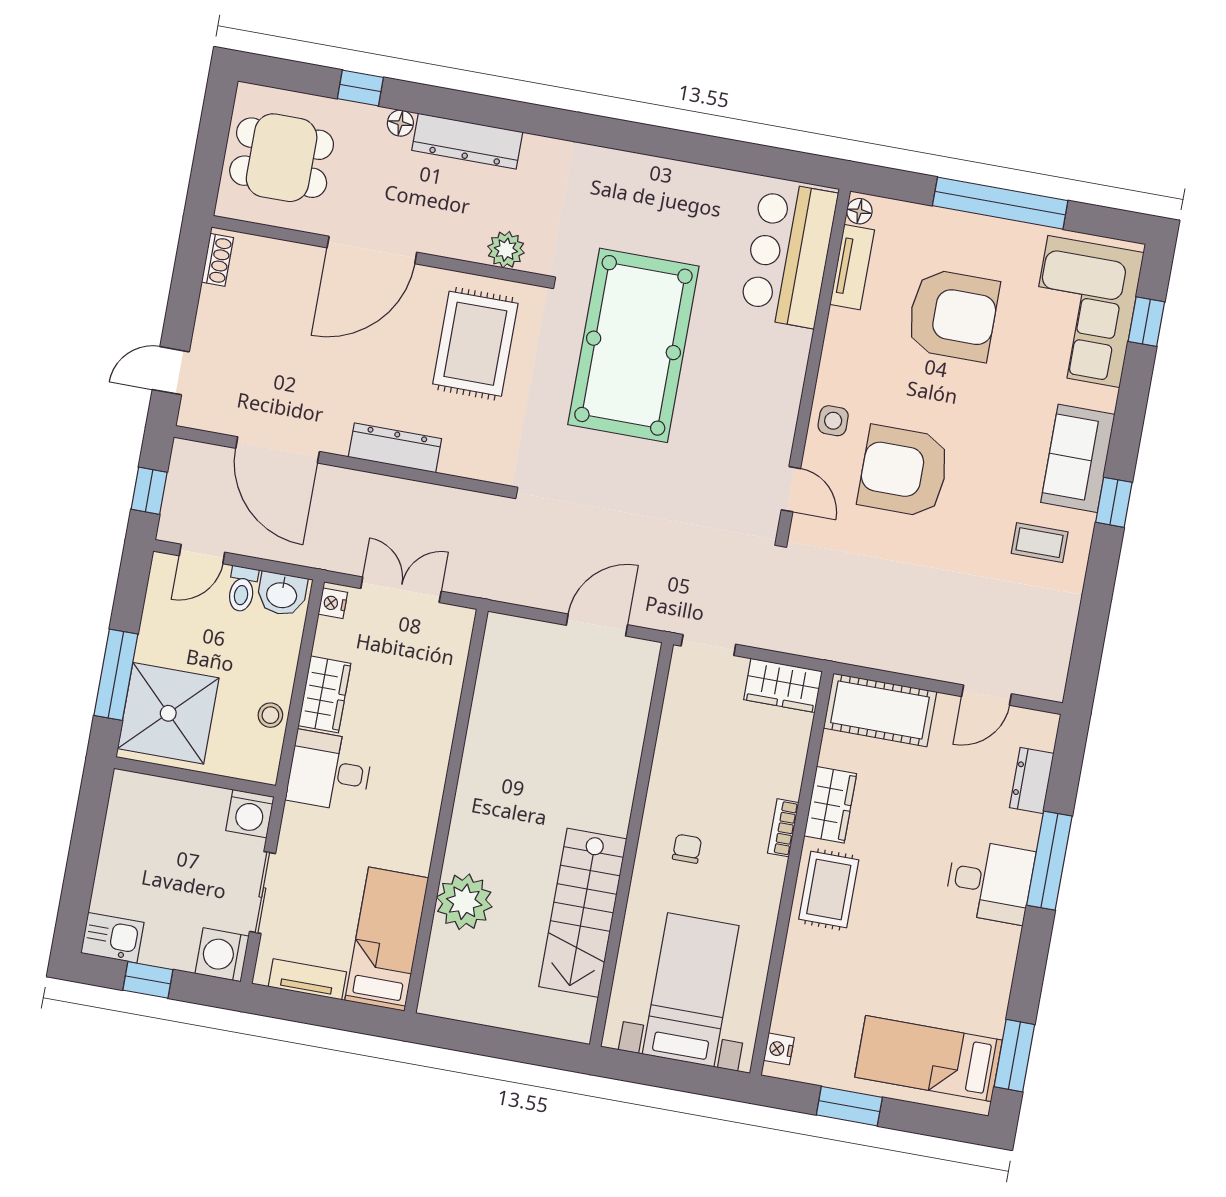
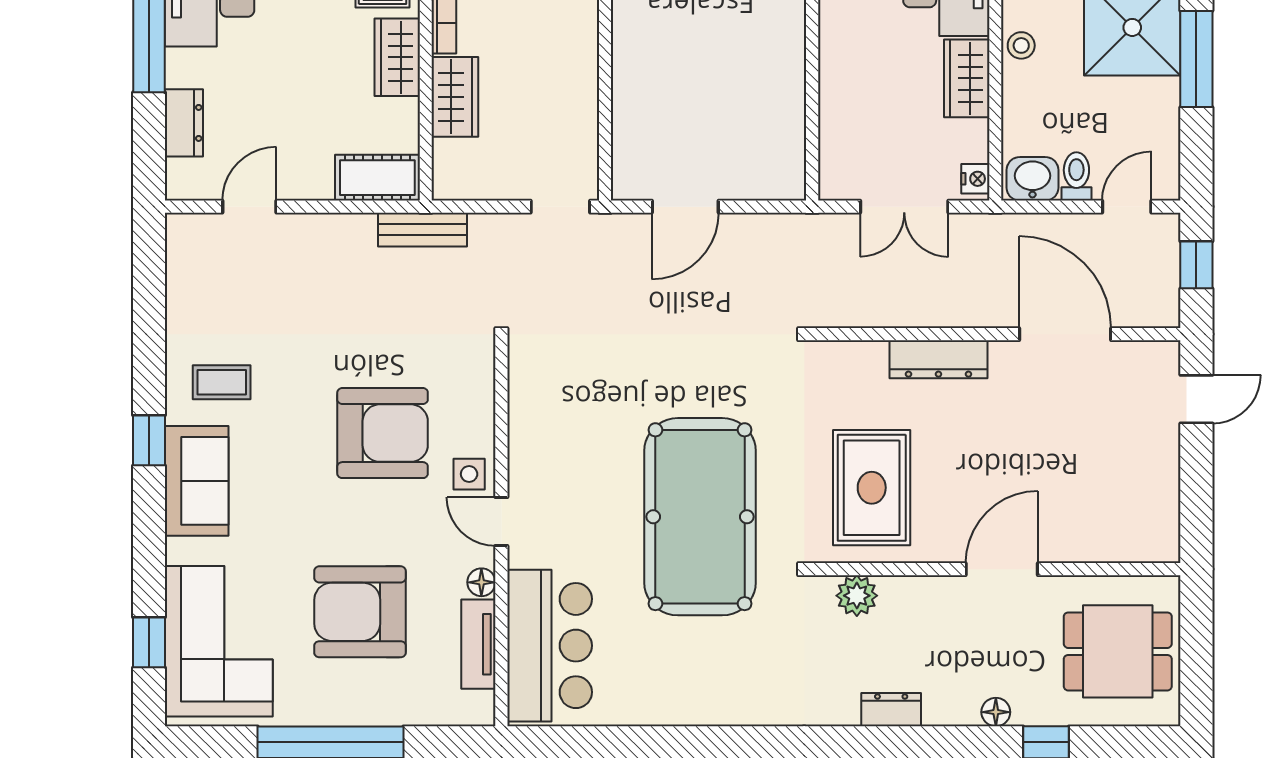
dresser: (467, 141) -> (891, 710), width x0.51, depth x0.80
floor lamp: (859, 211) -> (481, 582), moved
door: (372, 250) -> (1002, 569), width x0.73
shoe rack: (218, 260) -> (1167, 528), removed
door: (791, 489) -> (501, 522), moved
bench: (835, 647) -> (423, 230), added
wardrobe: (783, 685) -> (455, 97), moved, turned 90
cot: (880, 710) -> (377, 178), width x0.73, depth x0.75

